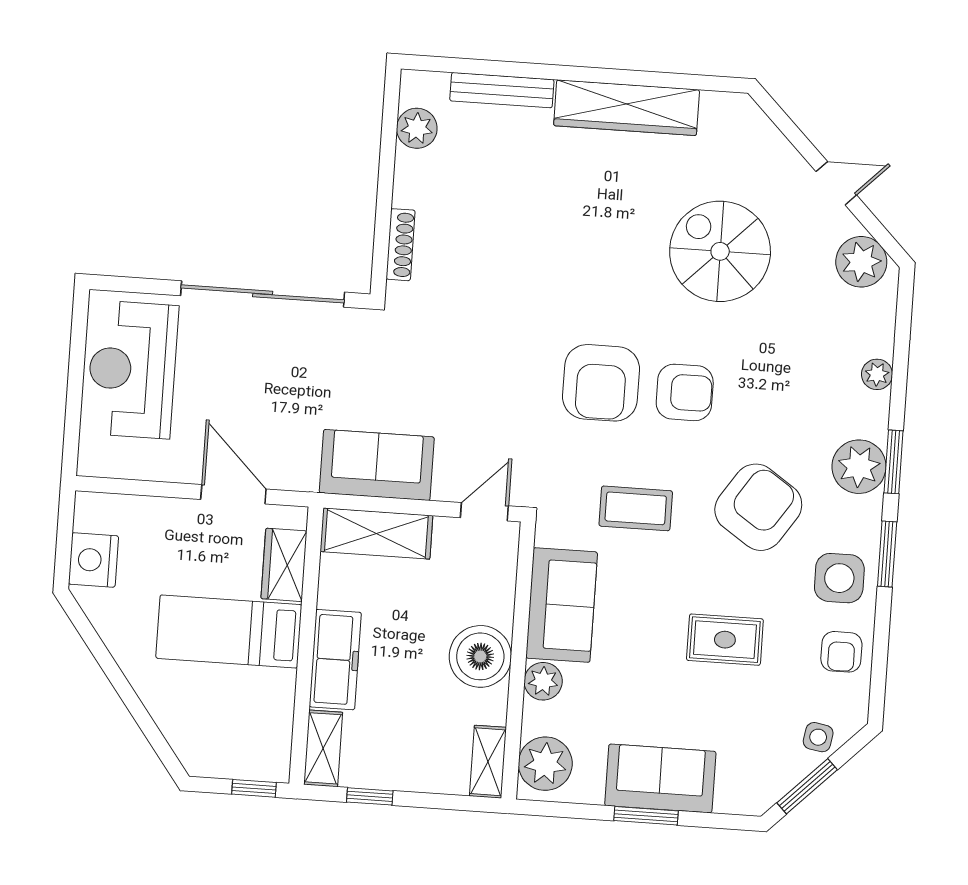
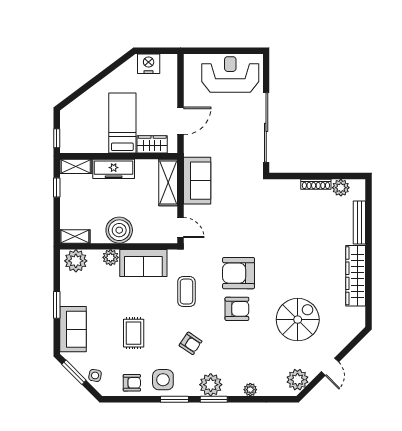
shoe rack: (401, 245) -> (316, 184), moved
armchair: (685, 392) -> (237, 309), turned -90
armchair: (758, 507) -> (191, 343), width x0.53, depth x0.53
armchair: (841, 652) -> (132, 383), turned 180
sofa: (660, 778) -> (73, 329), moved

